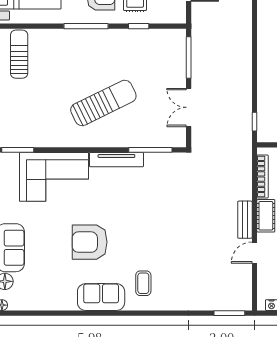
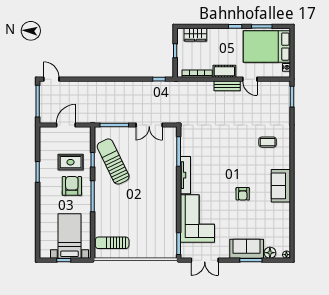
sun lounger: (103, 103) -> (113, 162), moved
armchair: (90, 242) -> (243, 194), width x0.53, depth x0.53
coffee table: (143, 283) -> (268, 142), moved

